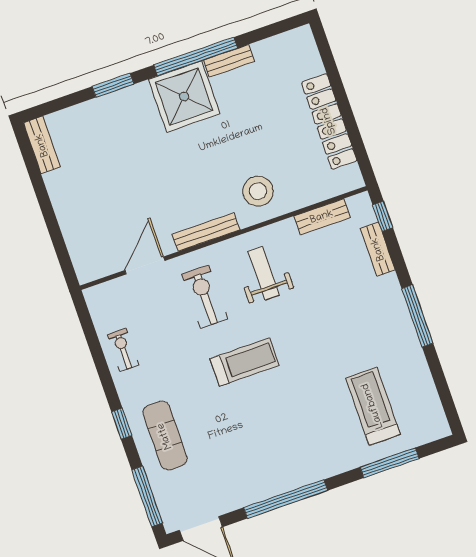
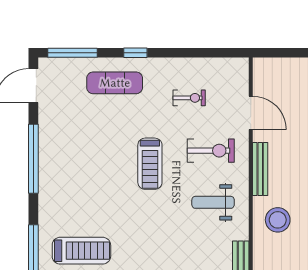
weight bench: (264, 273) -> (213, 202), turned 180
exercise bike: (123, 350) -> (189, 98), moved

